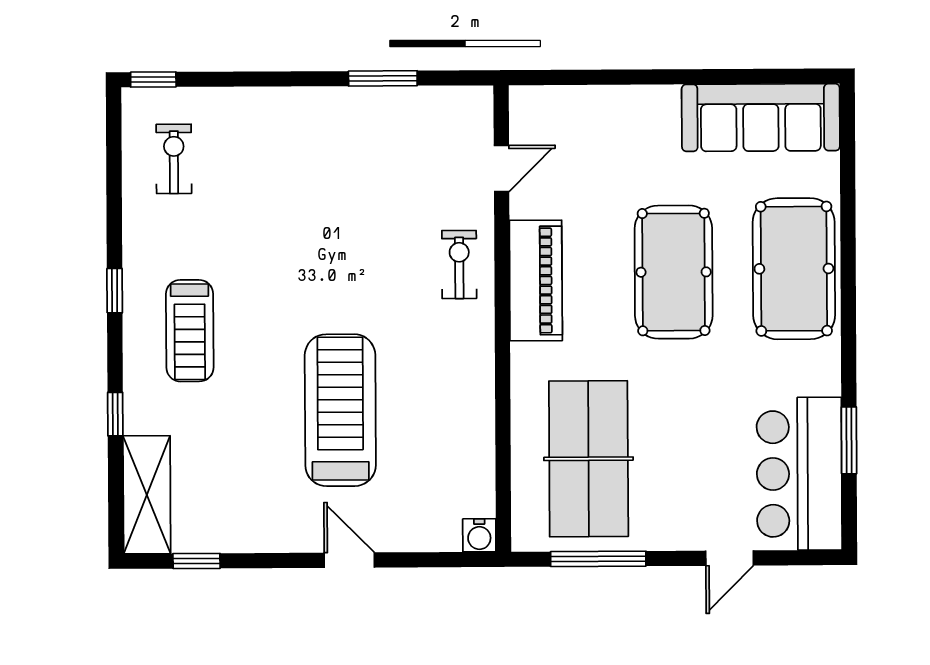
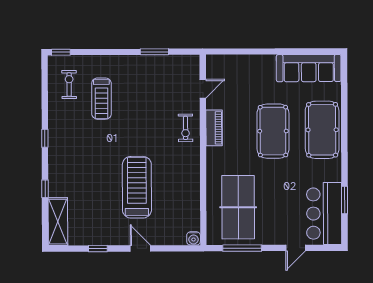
exercise bike: (459, 265) -> (186, 128), turned 180
piano: (536, 281) -> (214, 128), width x0.73, depth x0.75
treadmill: (190, 331) -> (101, 99), moved
window: (196, 561) -> (98, 249), moved

